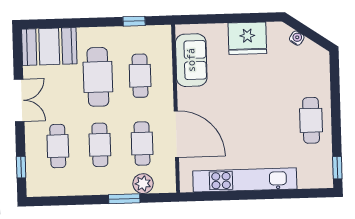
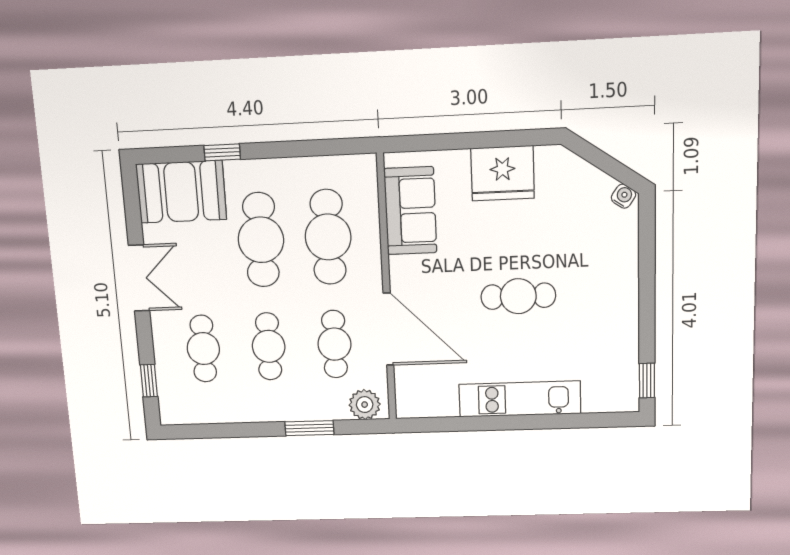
window: (134, 21) -> (222, 152), moved
water cooler: (297, 38) -> (623, 196), moved
cafe table: (140, 76) -> (328, 237), width x1.37, depth x1.35
cafe table: (311, 120) -> (518, 296), moved, turned 90
kitchen unit: (245, 180) -> (520, 399), width x0.73
plant: (143, 184) -> (365, 405), moved

